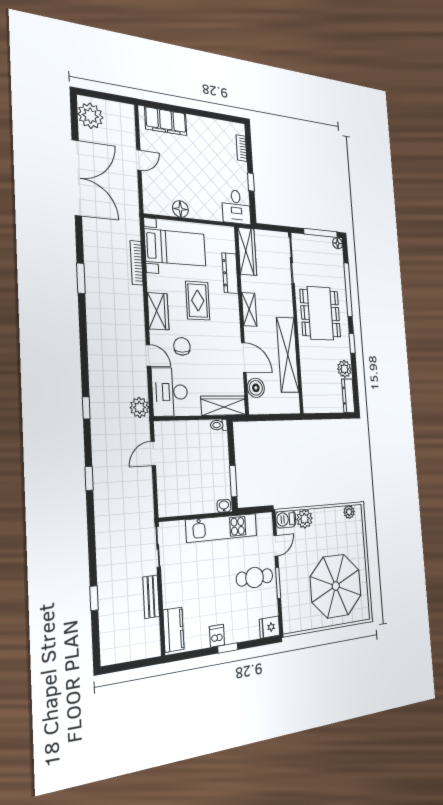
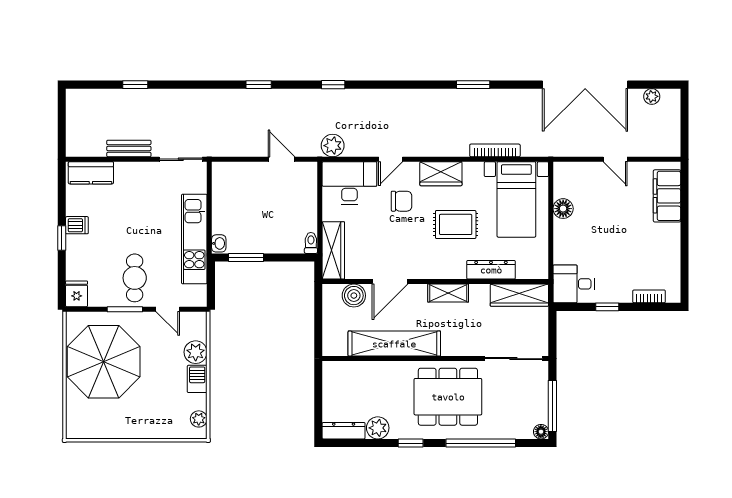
plant: (90, 116) -> (652, 96), width x0.53, depth x0.53
barbecue: (286, 519) -> (197, 379), moved
parasol: (336, 586) -> (104, 362), moved

